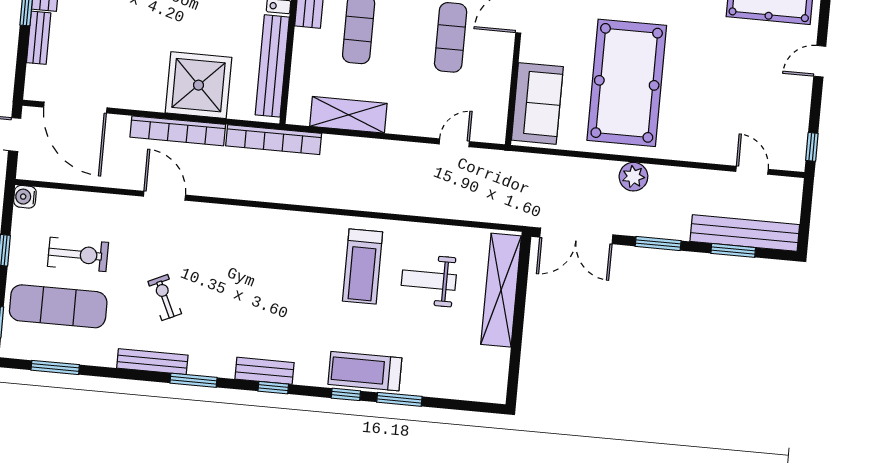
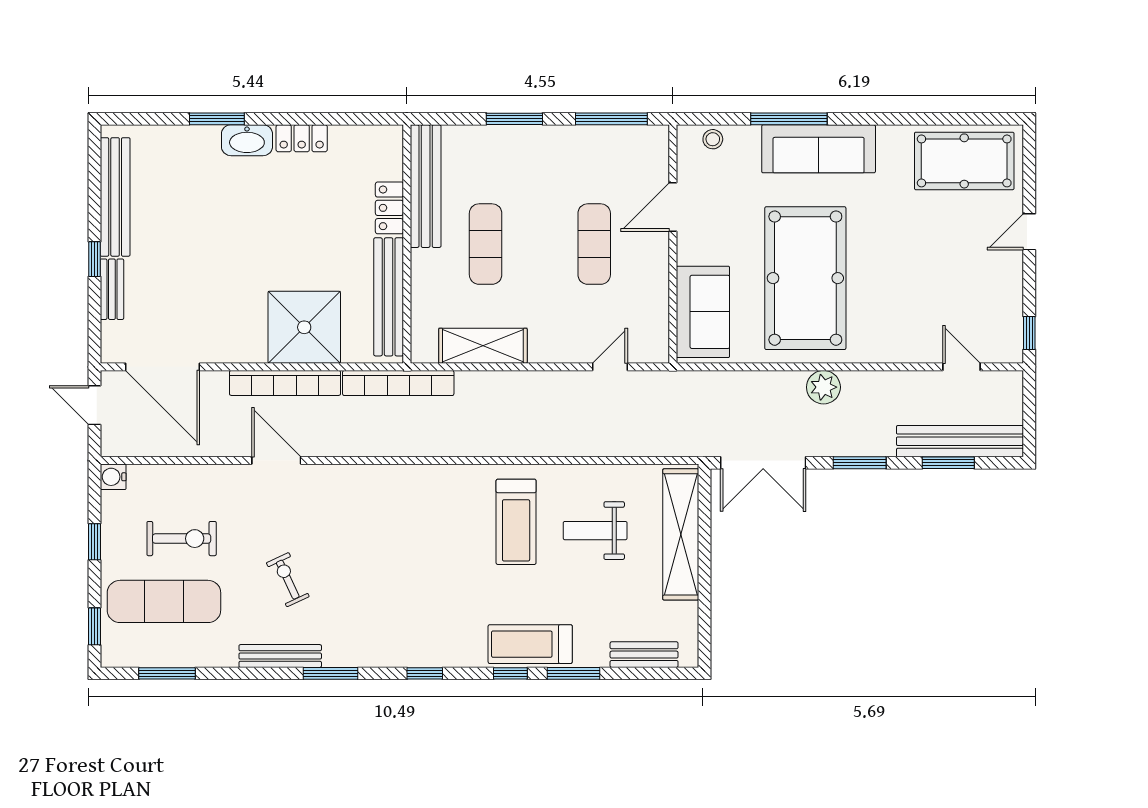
bench: (264, 371) -> (644, 655), moved

